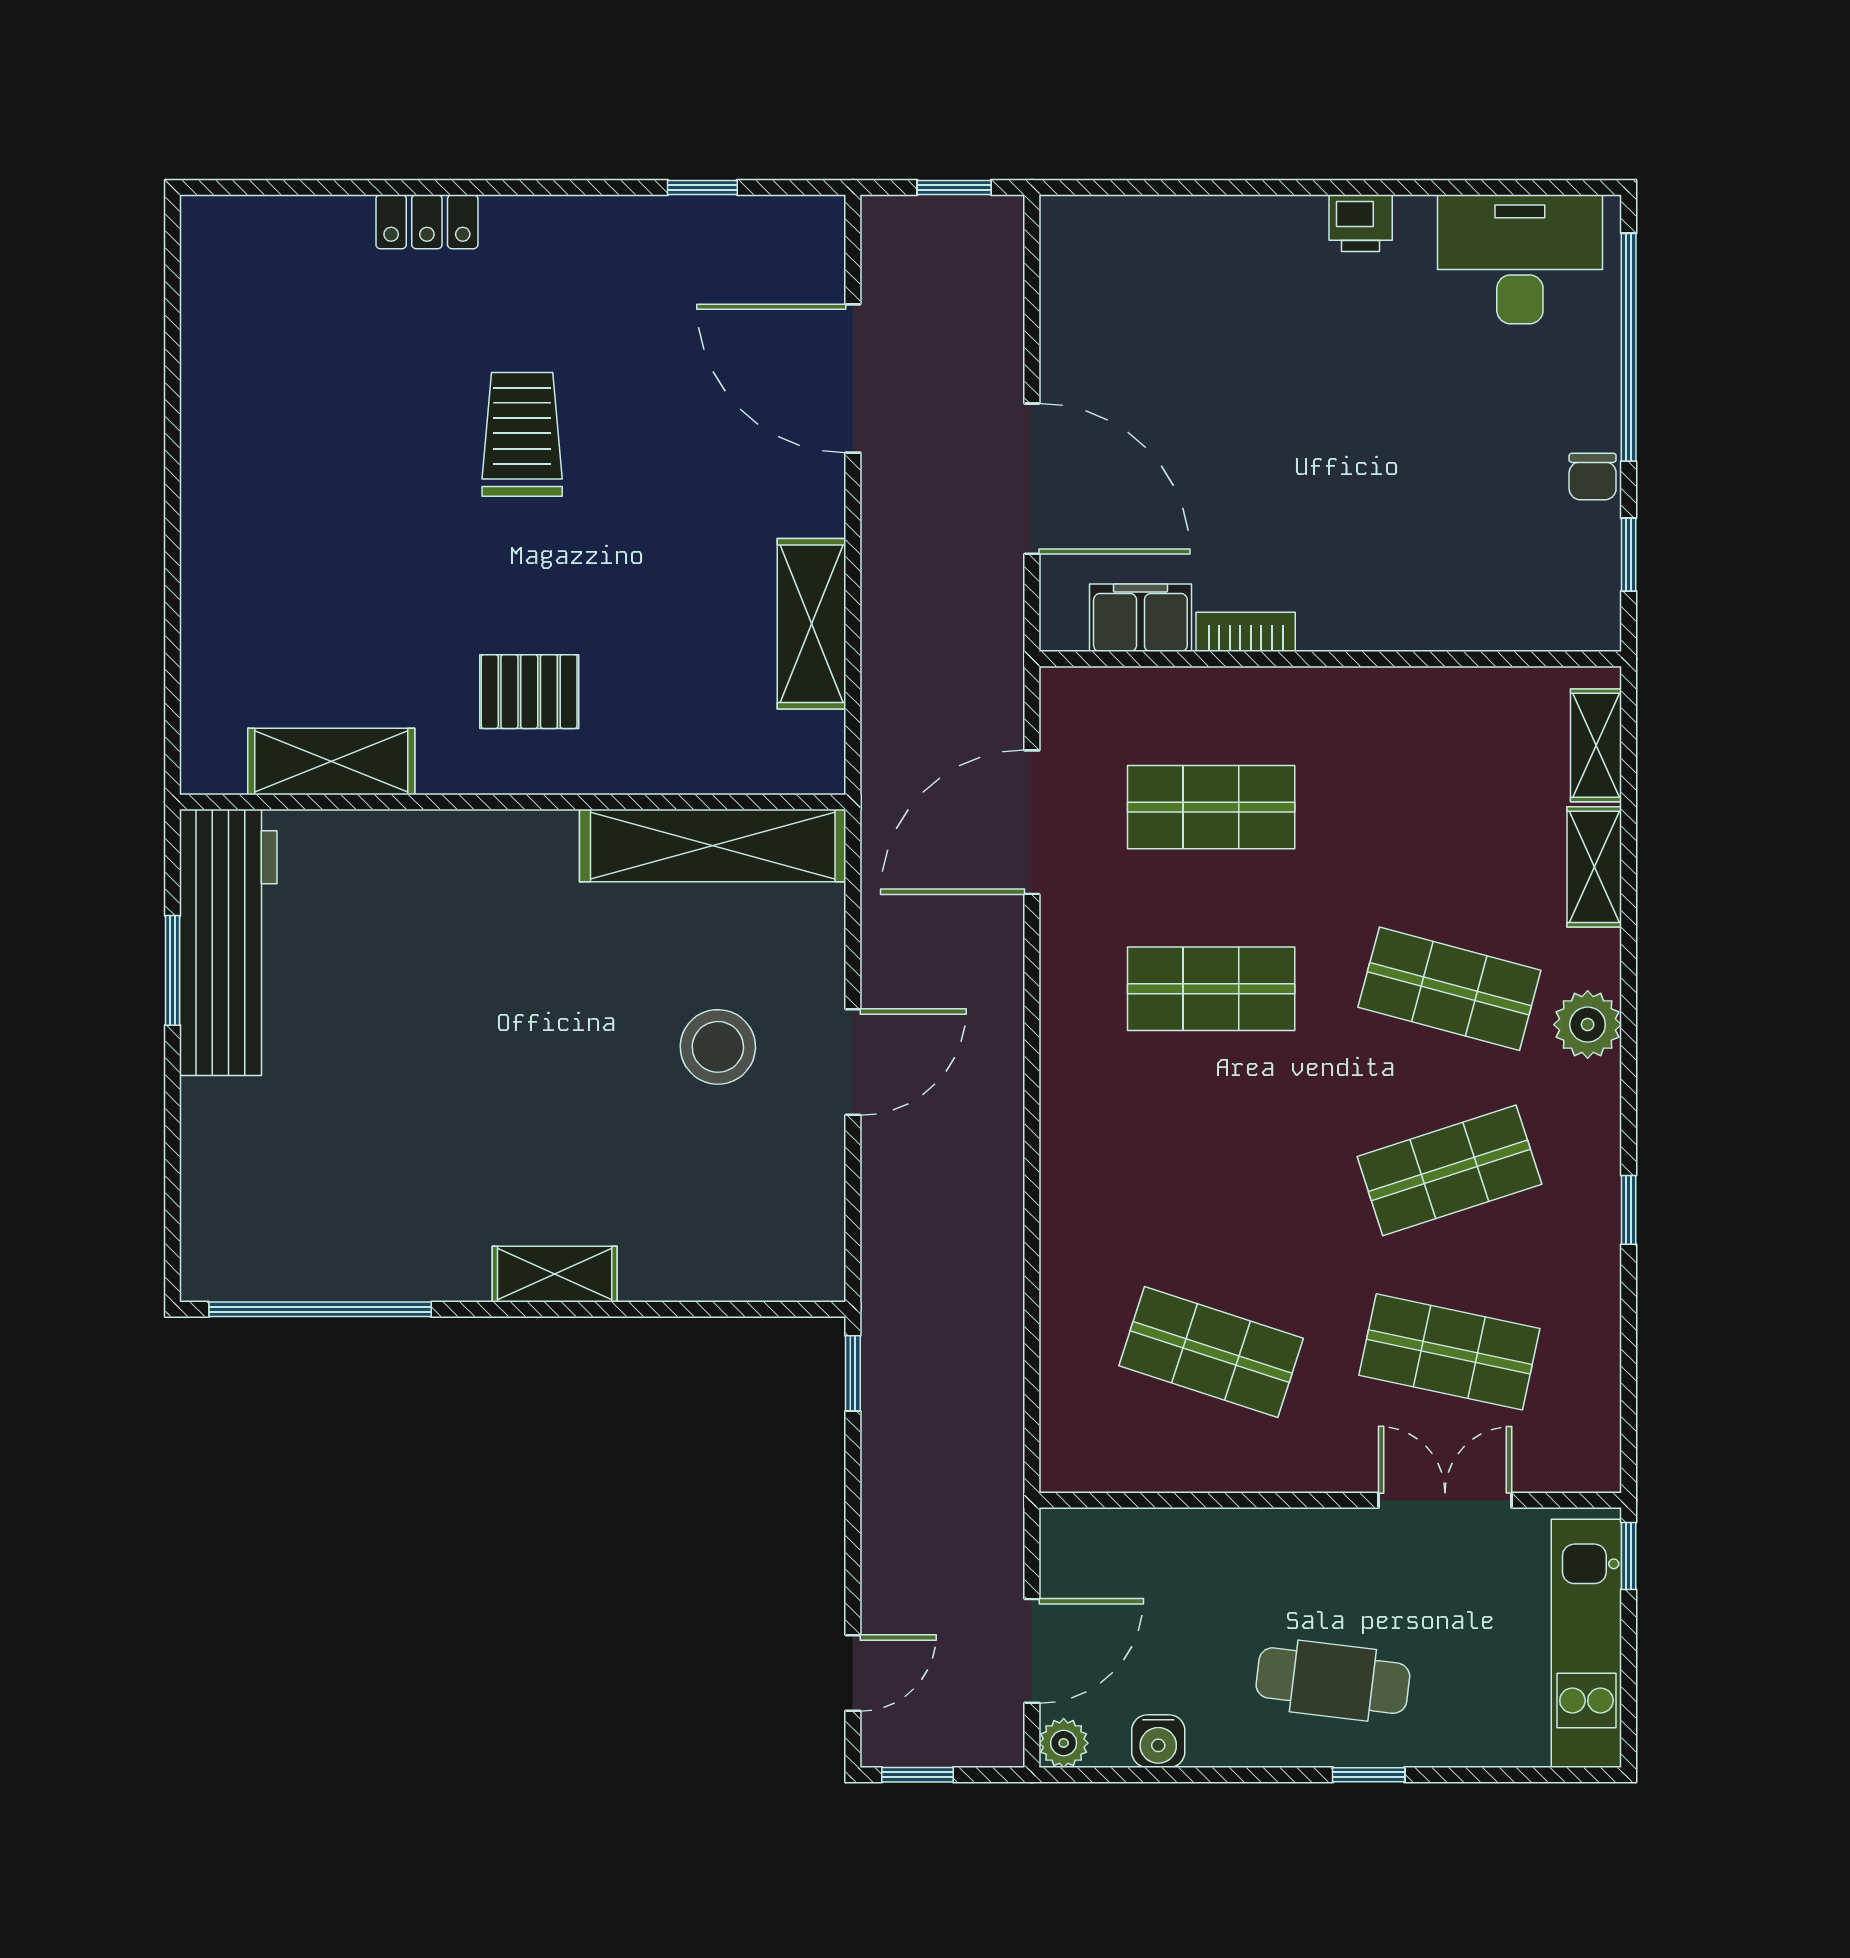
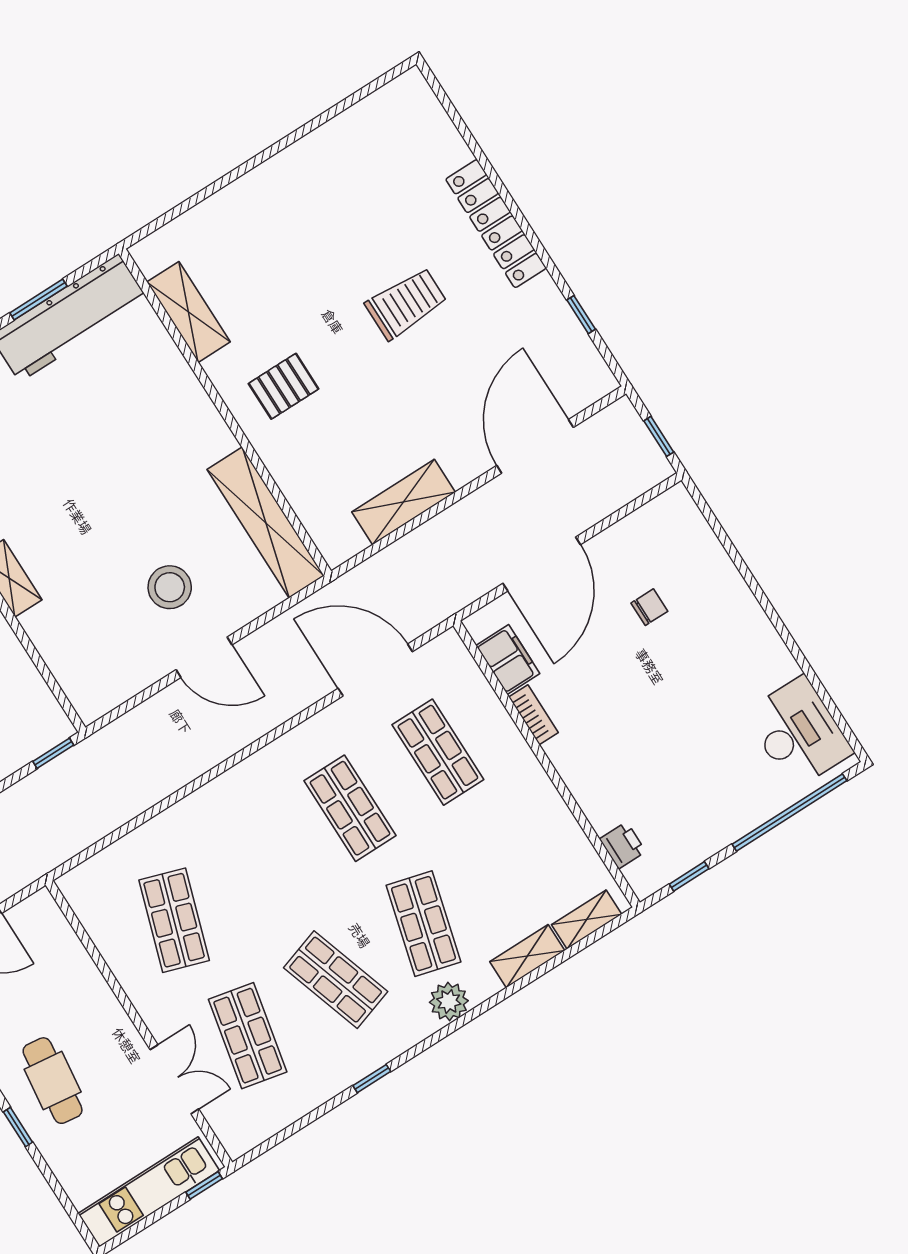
locker: (427, 222) -> (496, 224), width x2.16, depth x1.21
printer: (1361, 223) -> (623, 845), moved, turned 180
chair: (1593, 477) -> (649, 607), moved, turned 180
pallet: (529, 692) -> (284, 386), turned 90

